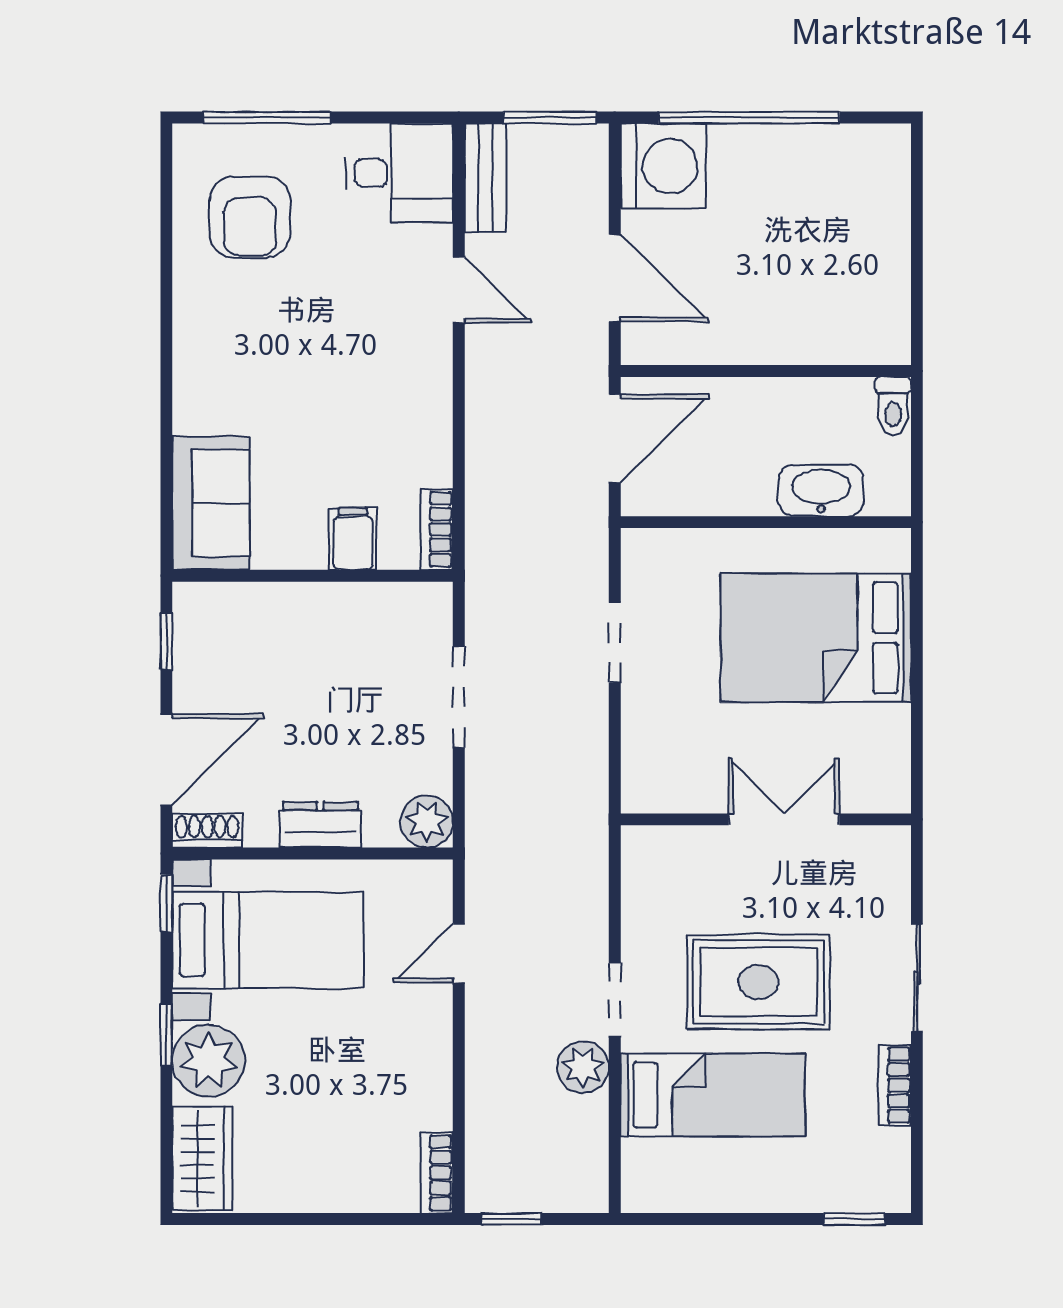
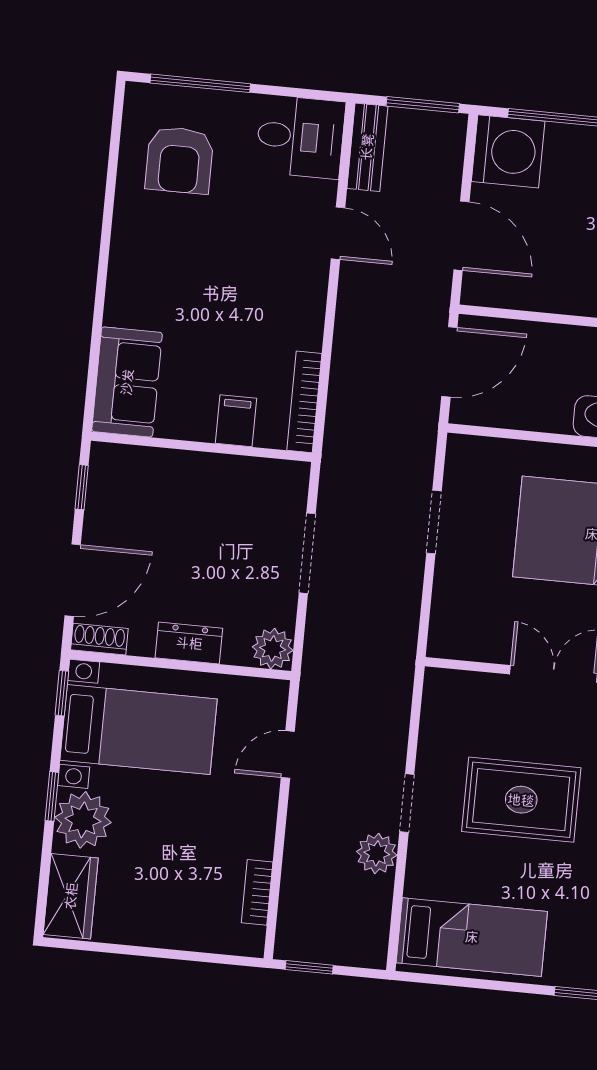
bookcase: (437, 529) -> (304, 402), width x1.56
bed: (713, 1095) -> (472, 937), moved
bookcase: (437, 1173) -> (257, 892), moved

